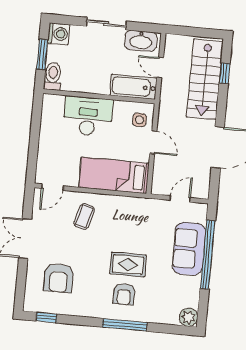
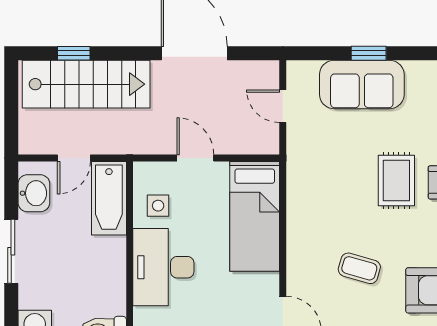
washbasin: (141, 41) -> (34, 193), width x0.72
side table: (140, 120) -> (158, 206), moved
door: (153, 142) -> (195, 158), hinge flipped
coffee table: (84, 216) -> (359, 268), moved
window: (208, 255) -> (369, 53), width x0.32

